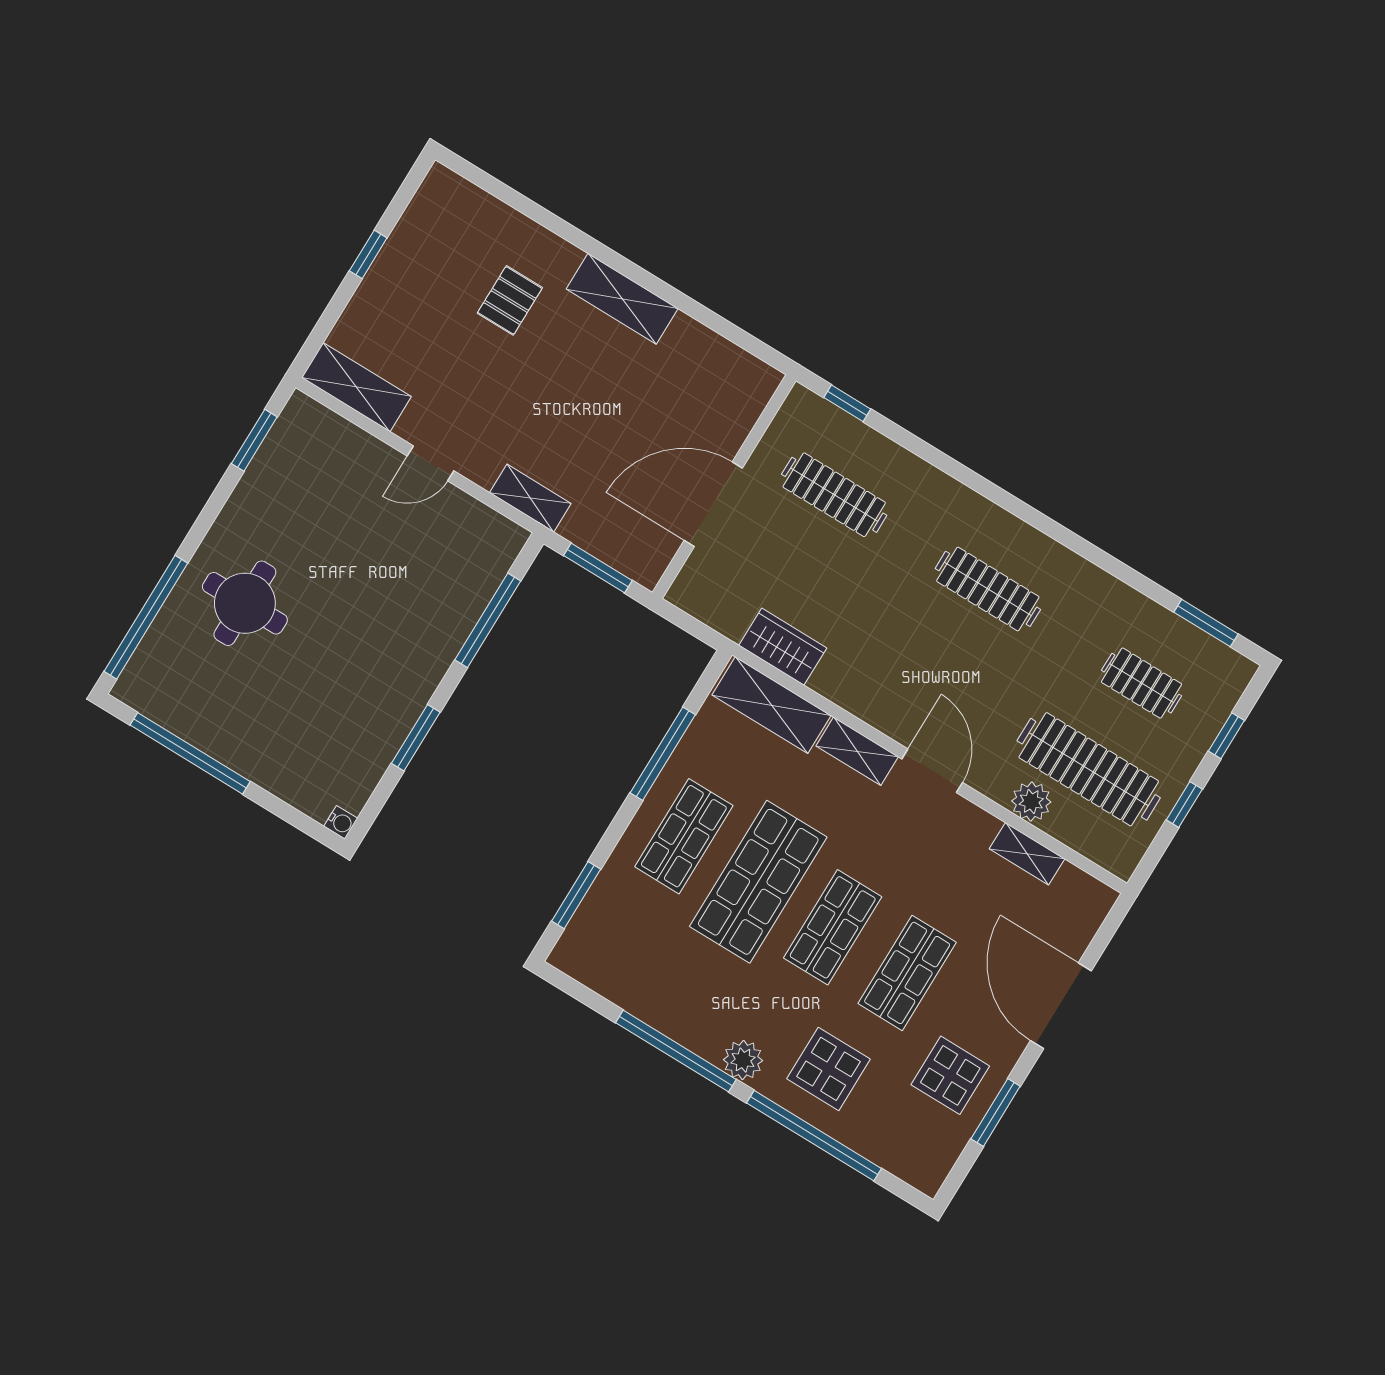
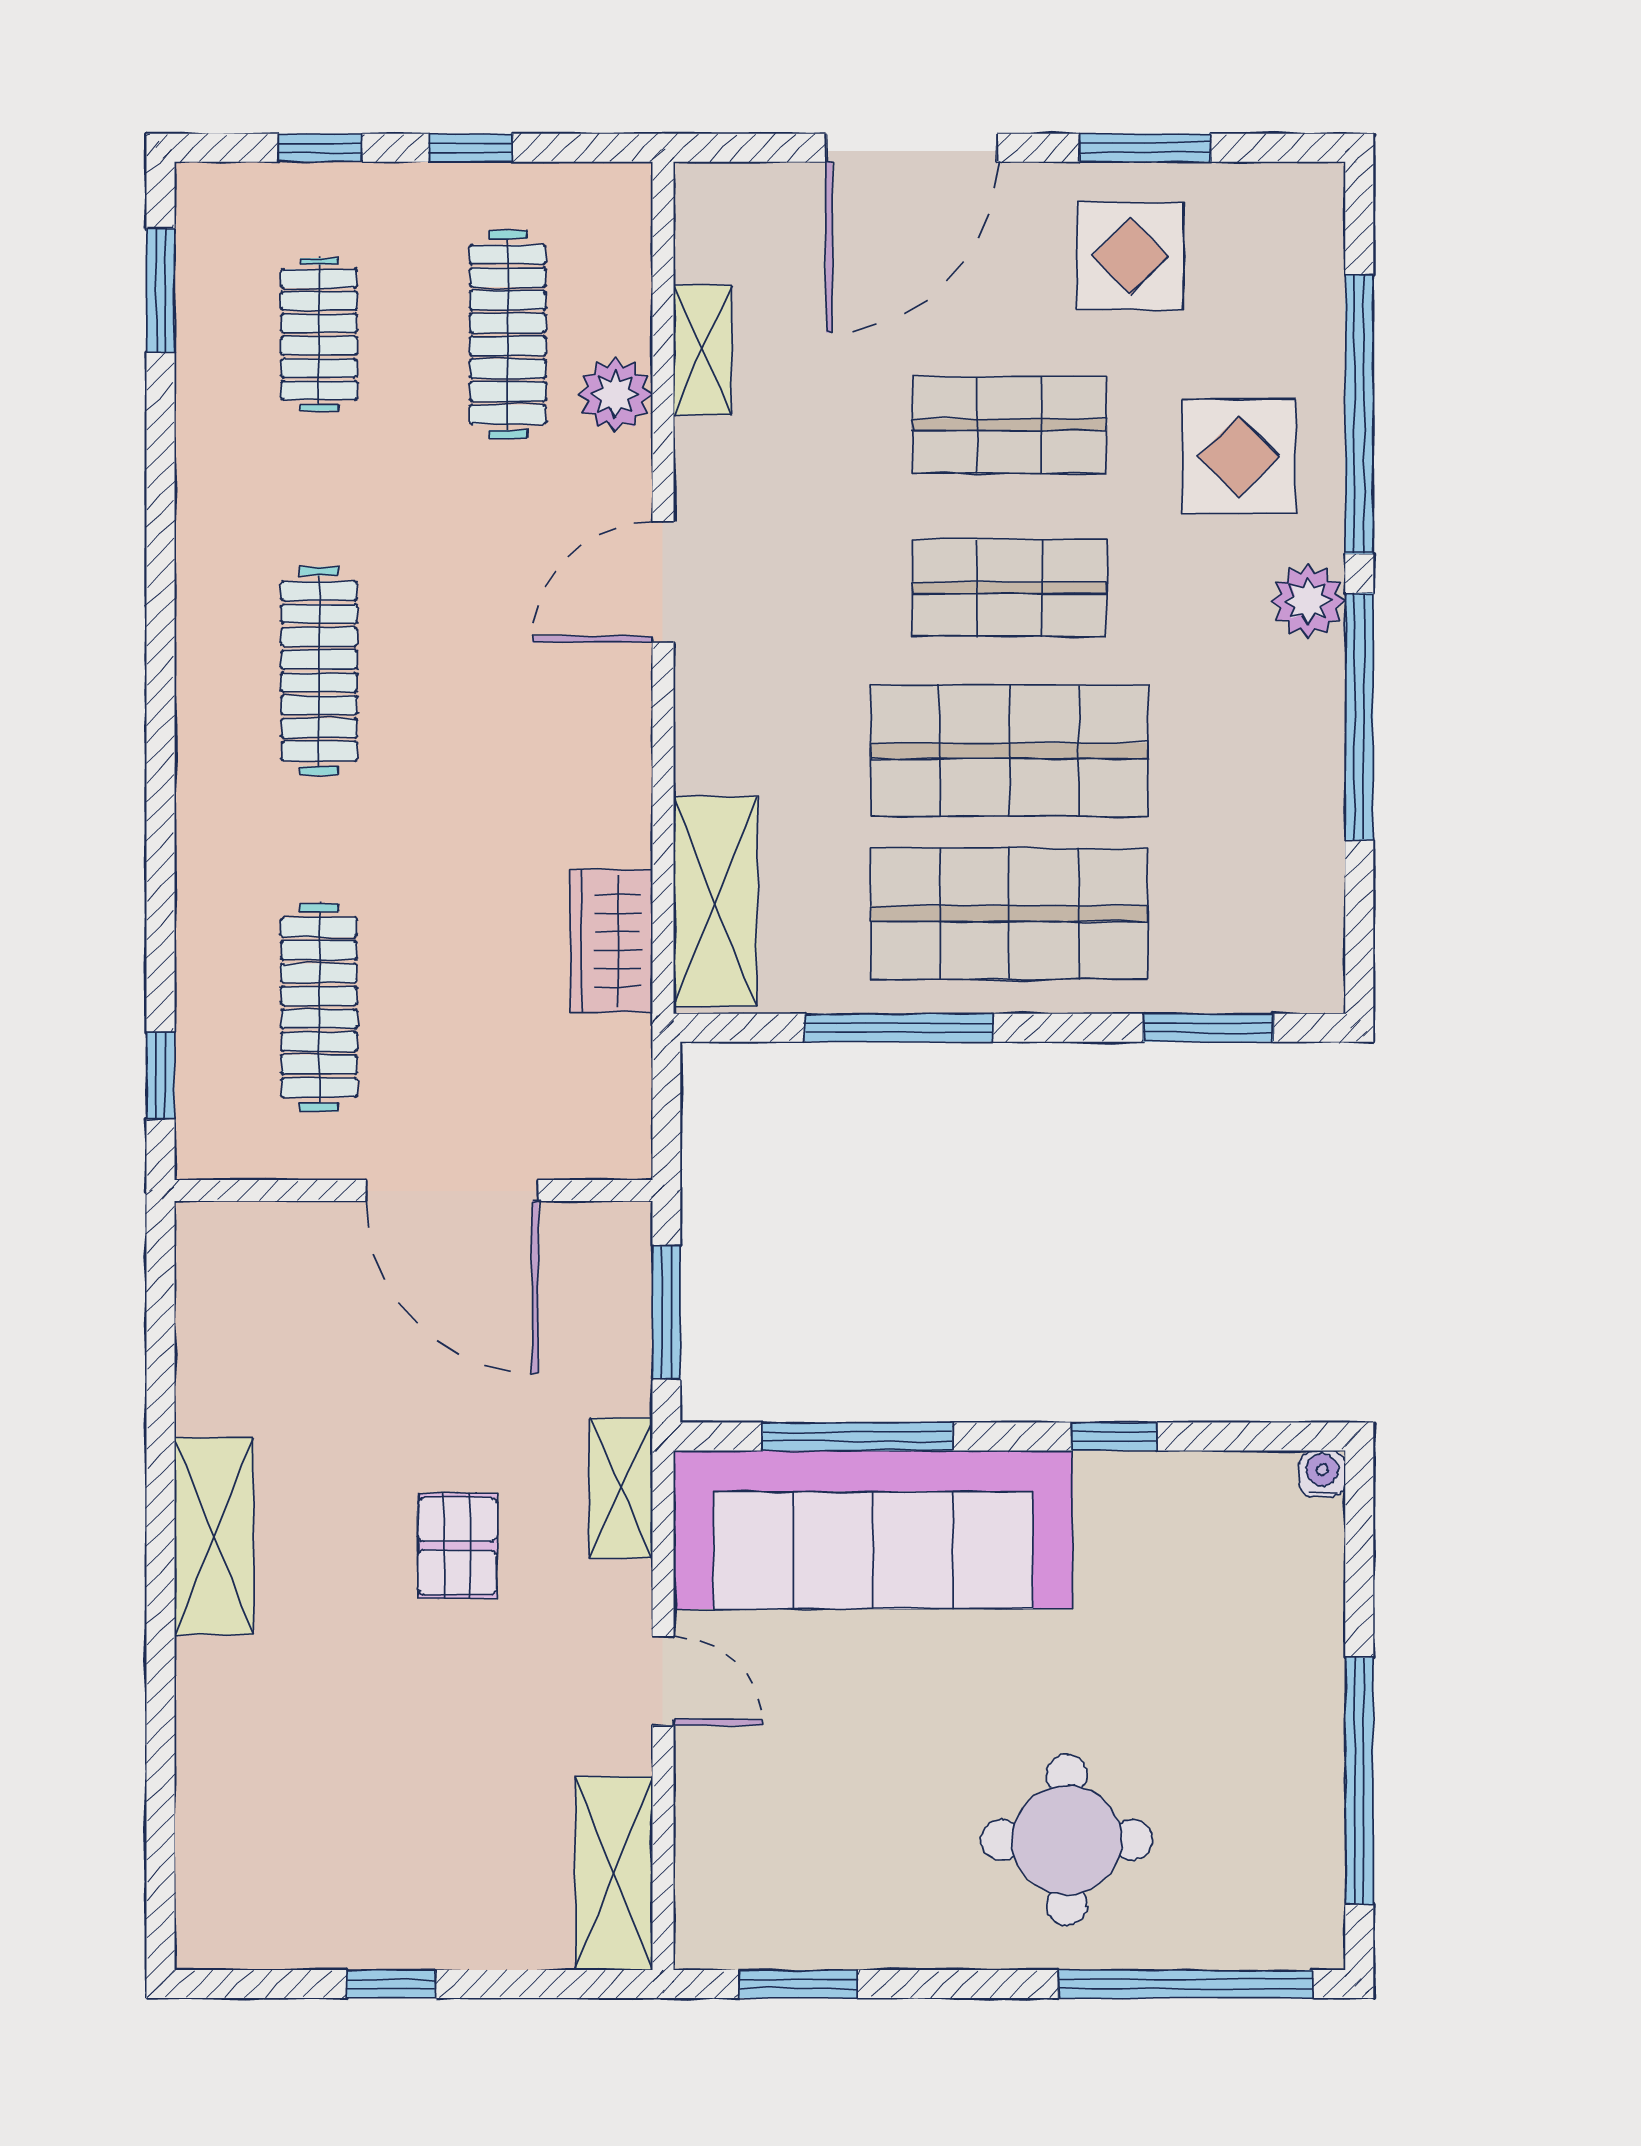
pallet: (510, 300) -> (457, 1546), moved, turned 90
sofa: (441, 602) -> (873, 1530), added
window: (416, 738) -> (1114, 1437), width x0.67
shelving: (857, 751) -> (705, 720), removed
clothes rail: (1089, 769) -> (508, 334), width x0.73, depth x0.76
shop shelf: (684, 836) -> (1009, 914), width x1.43, depth x1.36

